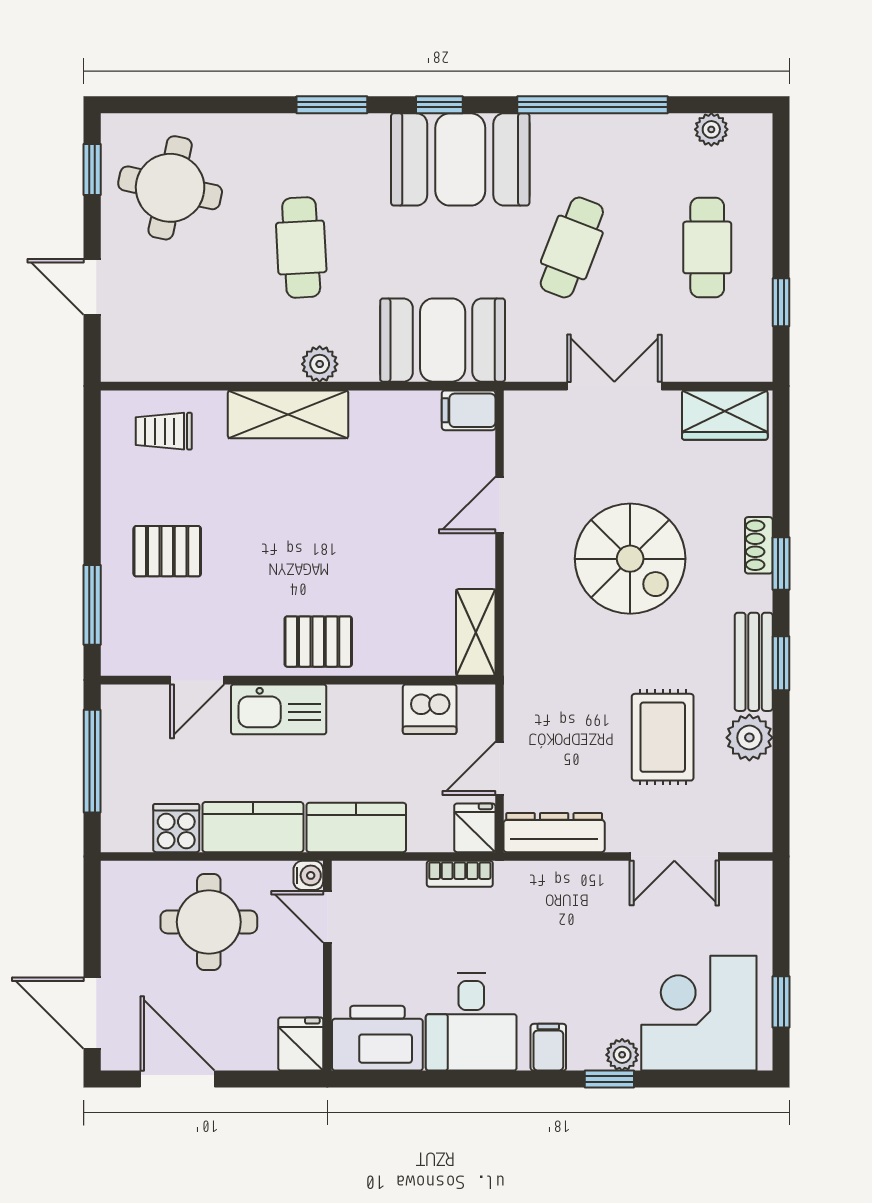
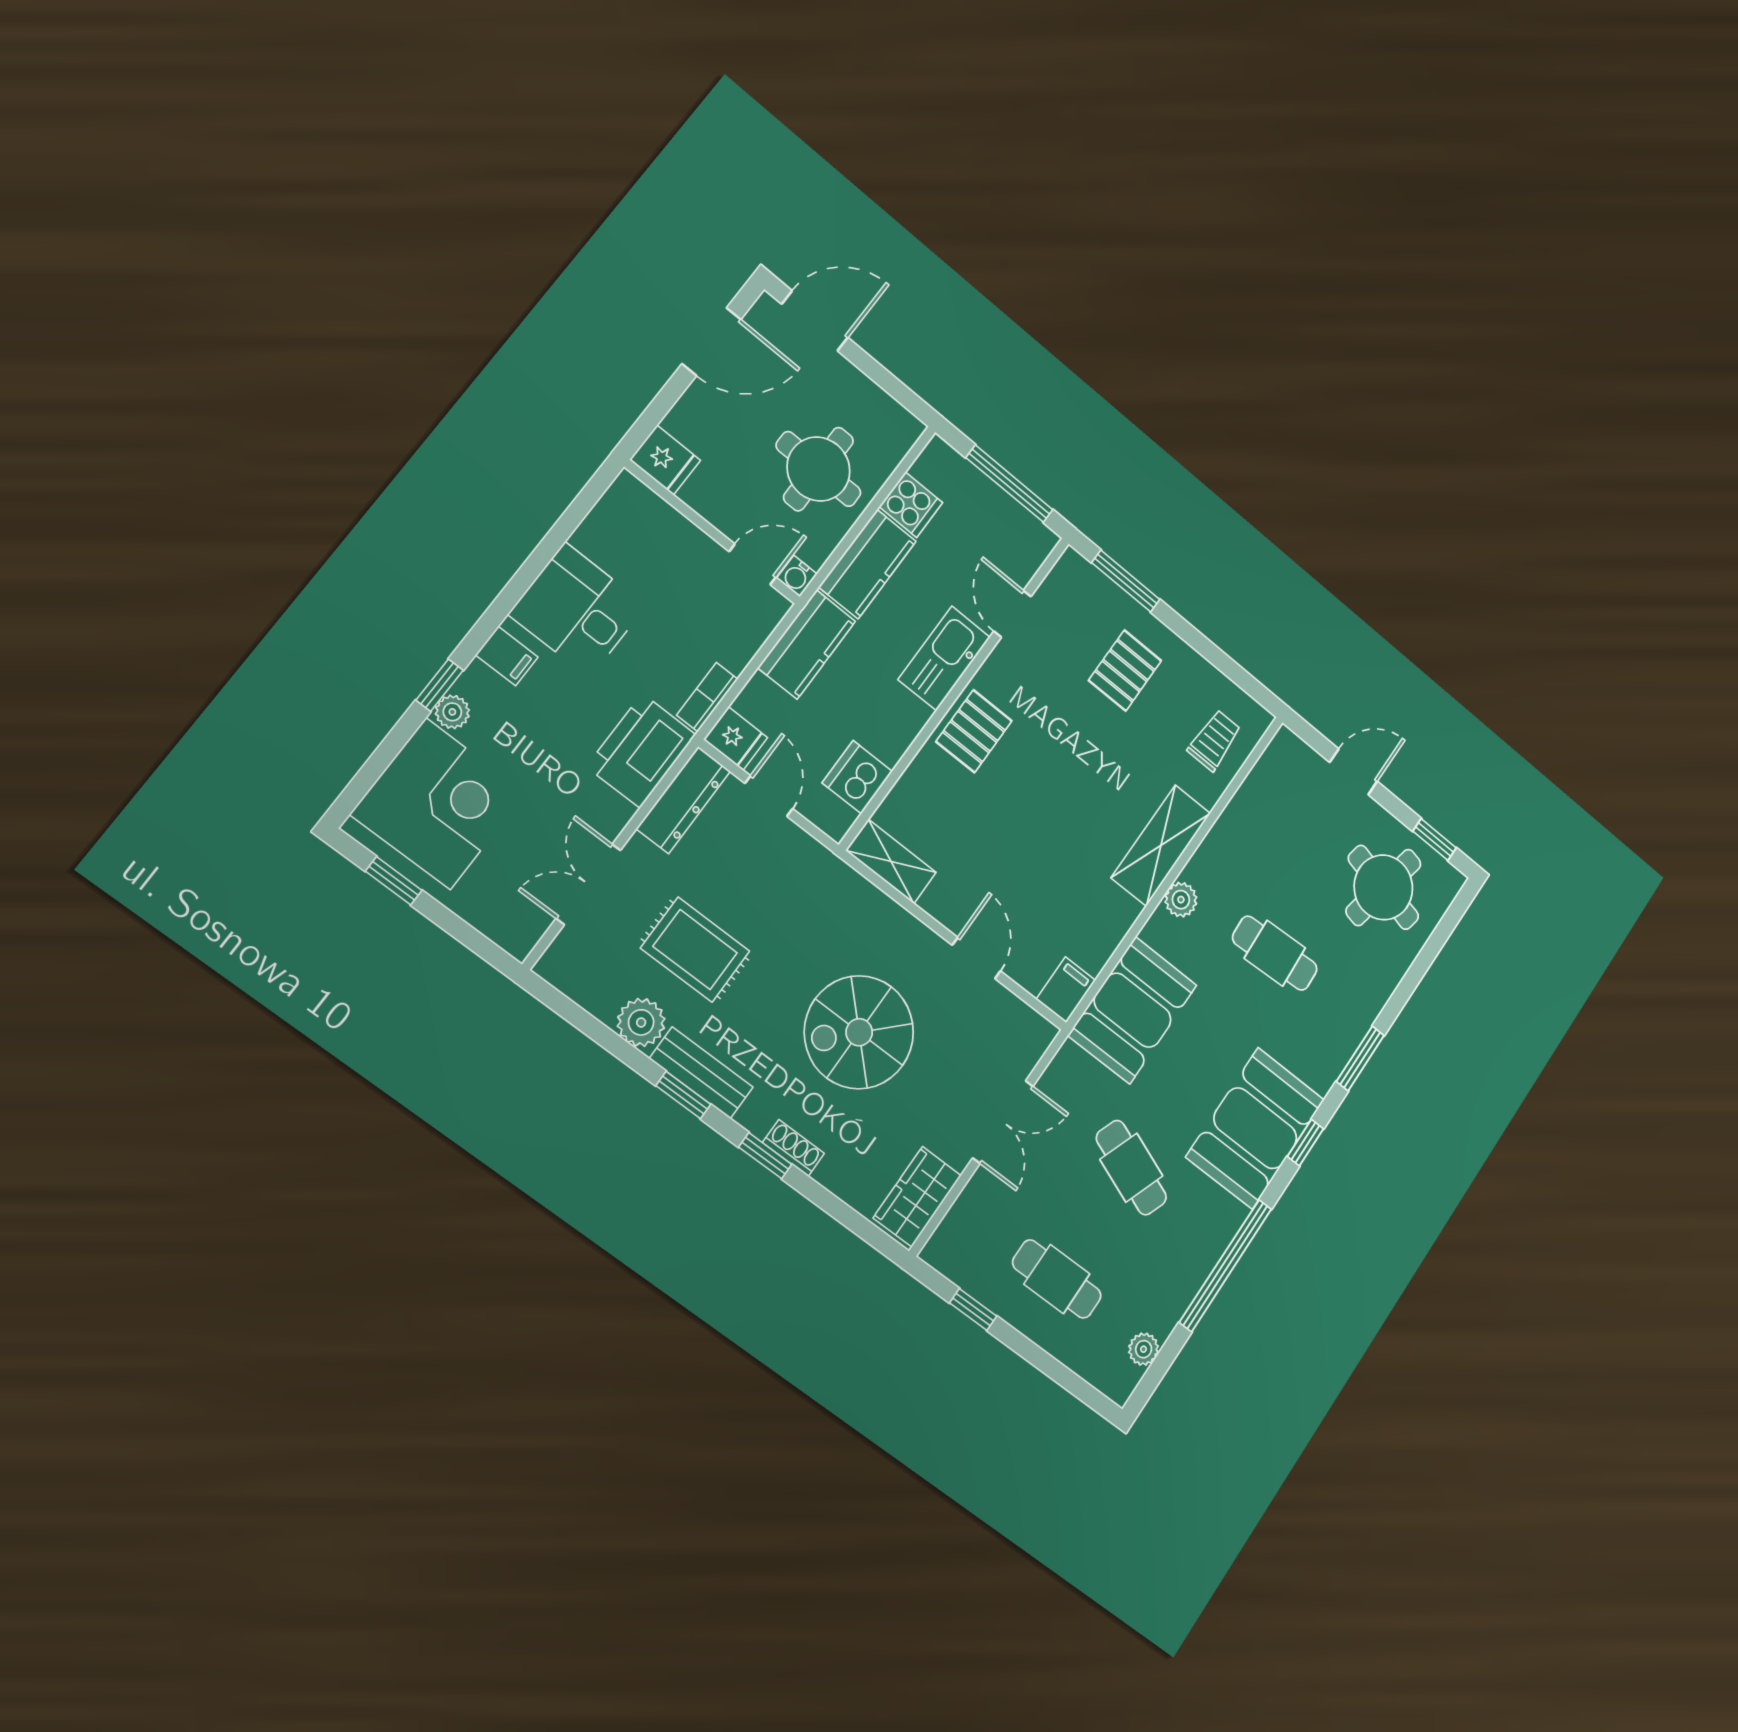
printer: (377, 1038) -> (641, 751), moved, turned 180

